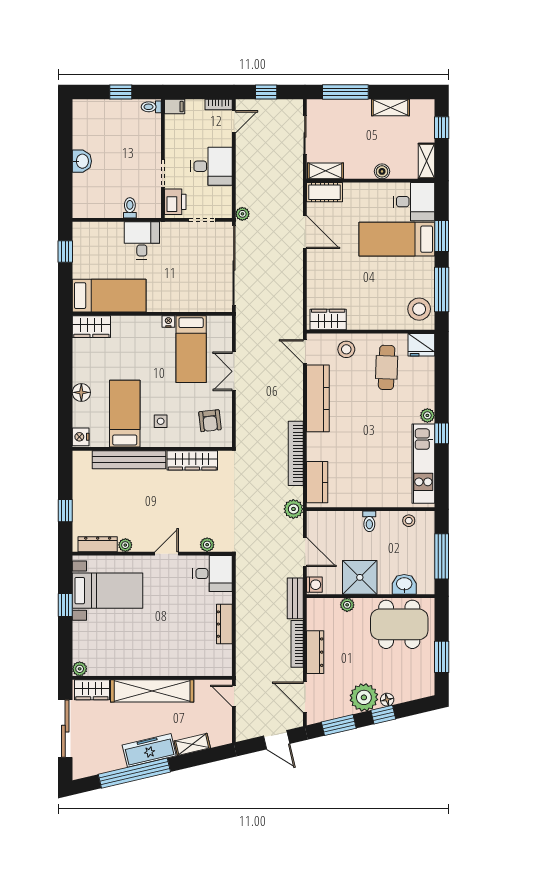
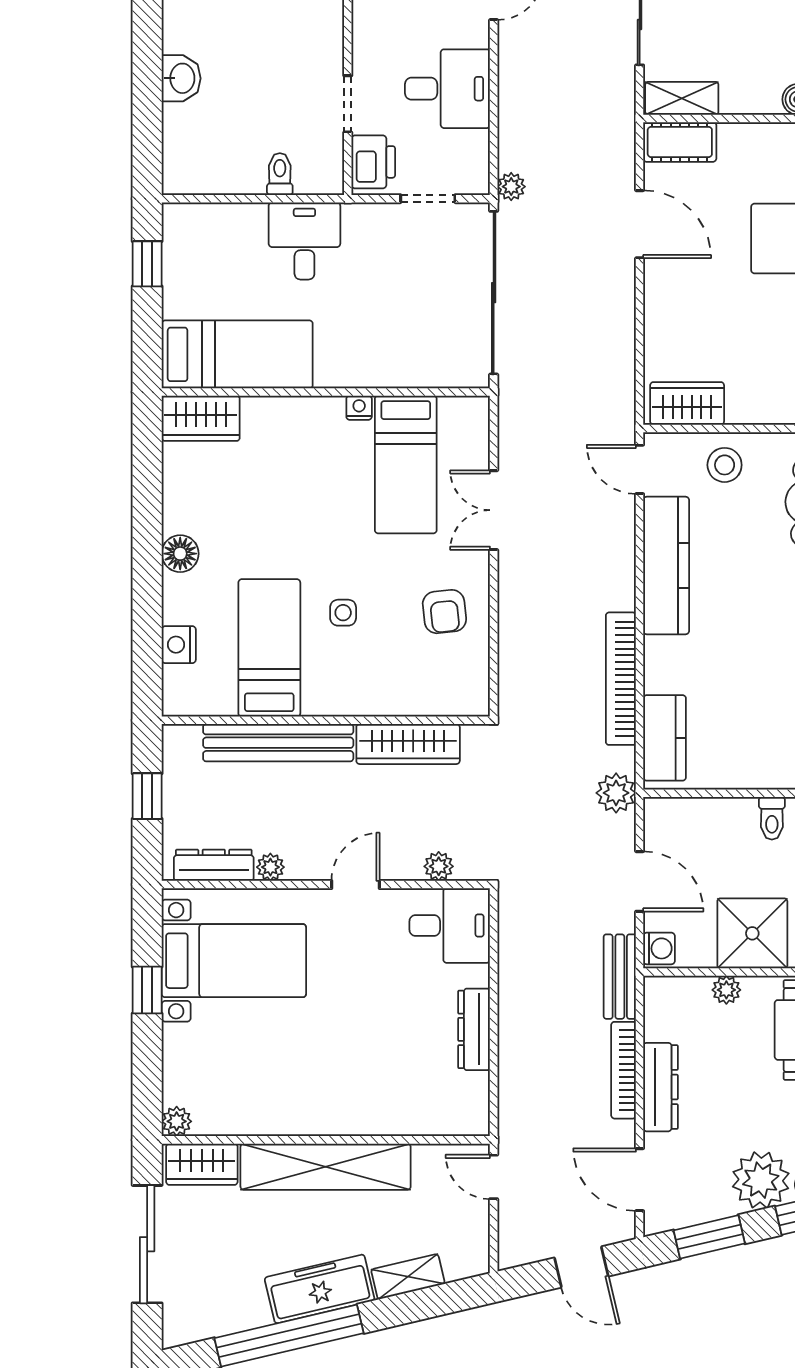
bed: (125, 414) -> (269, 648), moved
wall: (152, 449) -> (326, 720), moved
bench: (129, 460) -> (278, 743), moved
wardrobe: (192, 460) -> (408, 744), moved

